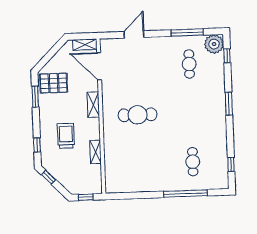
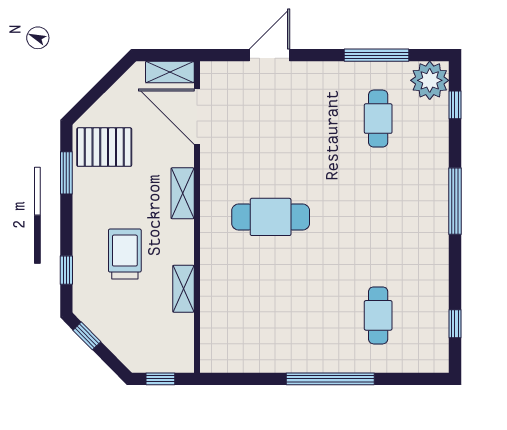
window: (229, 104) -> (455, 201), width x1.44
window: (185, 194) -> (330, 379), moved

